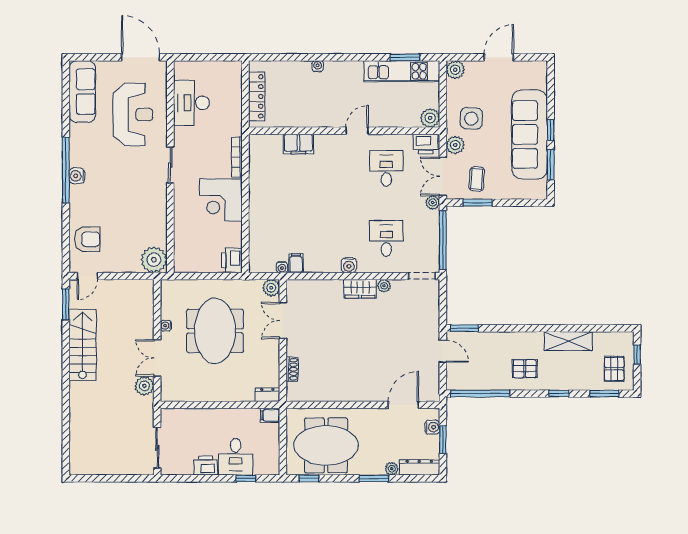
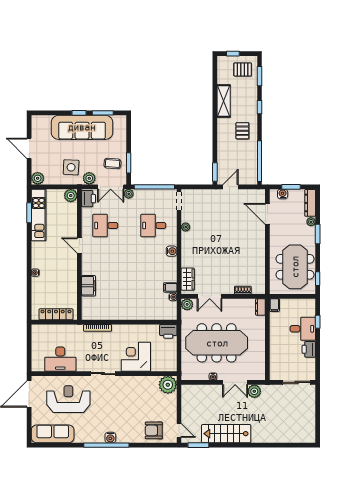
corner desk: (221, 200) -> (136, 357), moved, turned 180
armchair: (87, 239) -> (154, 430), turned -90
wardrobe: (360, 289) -> (188, 279), moved
meeting table: (215, 331) -> (217, 343), width x1.36

